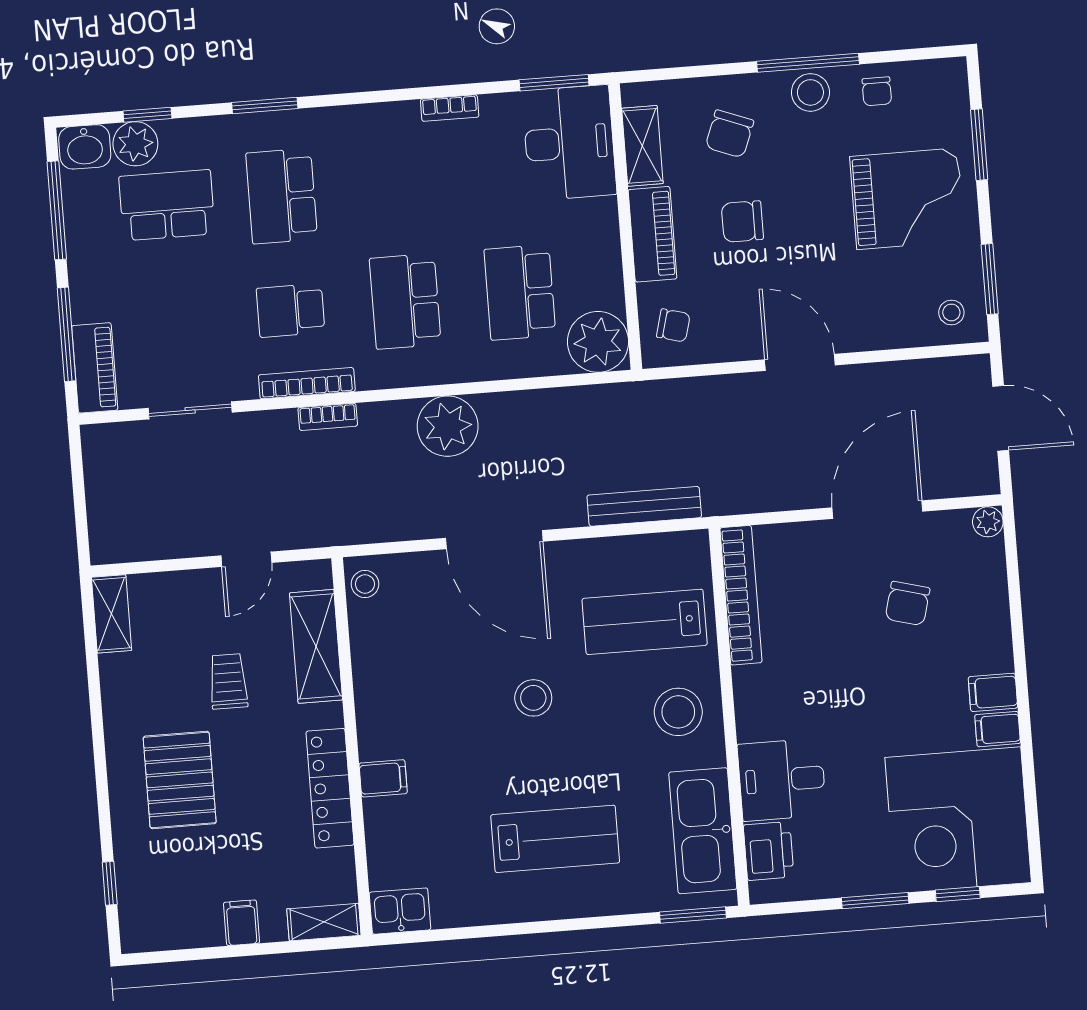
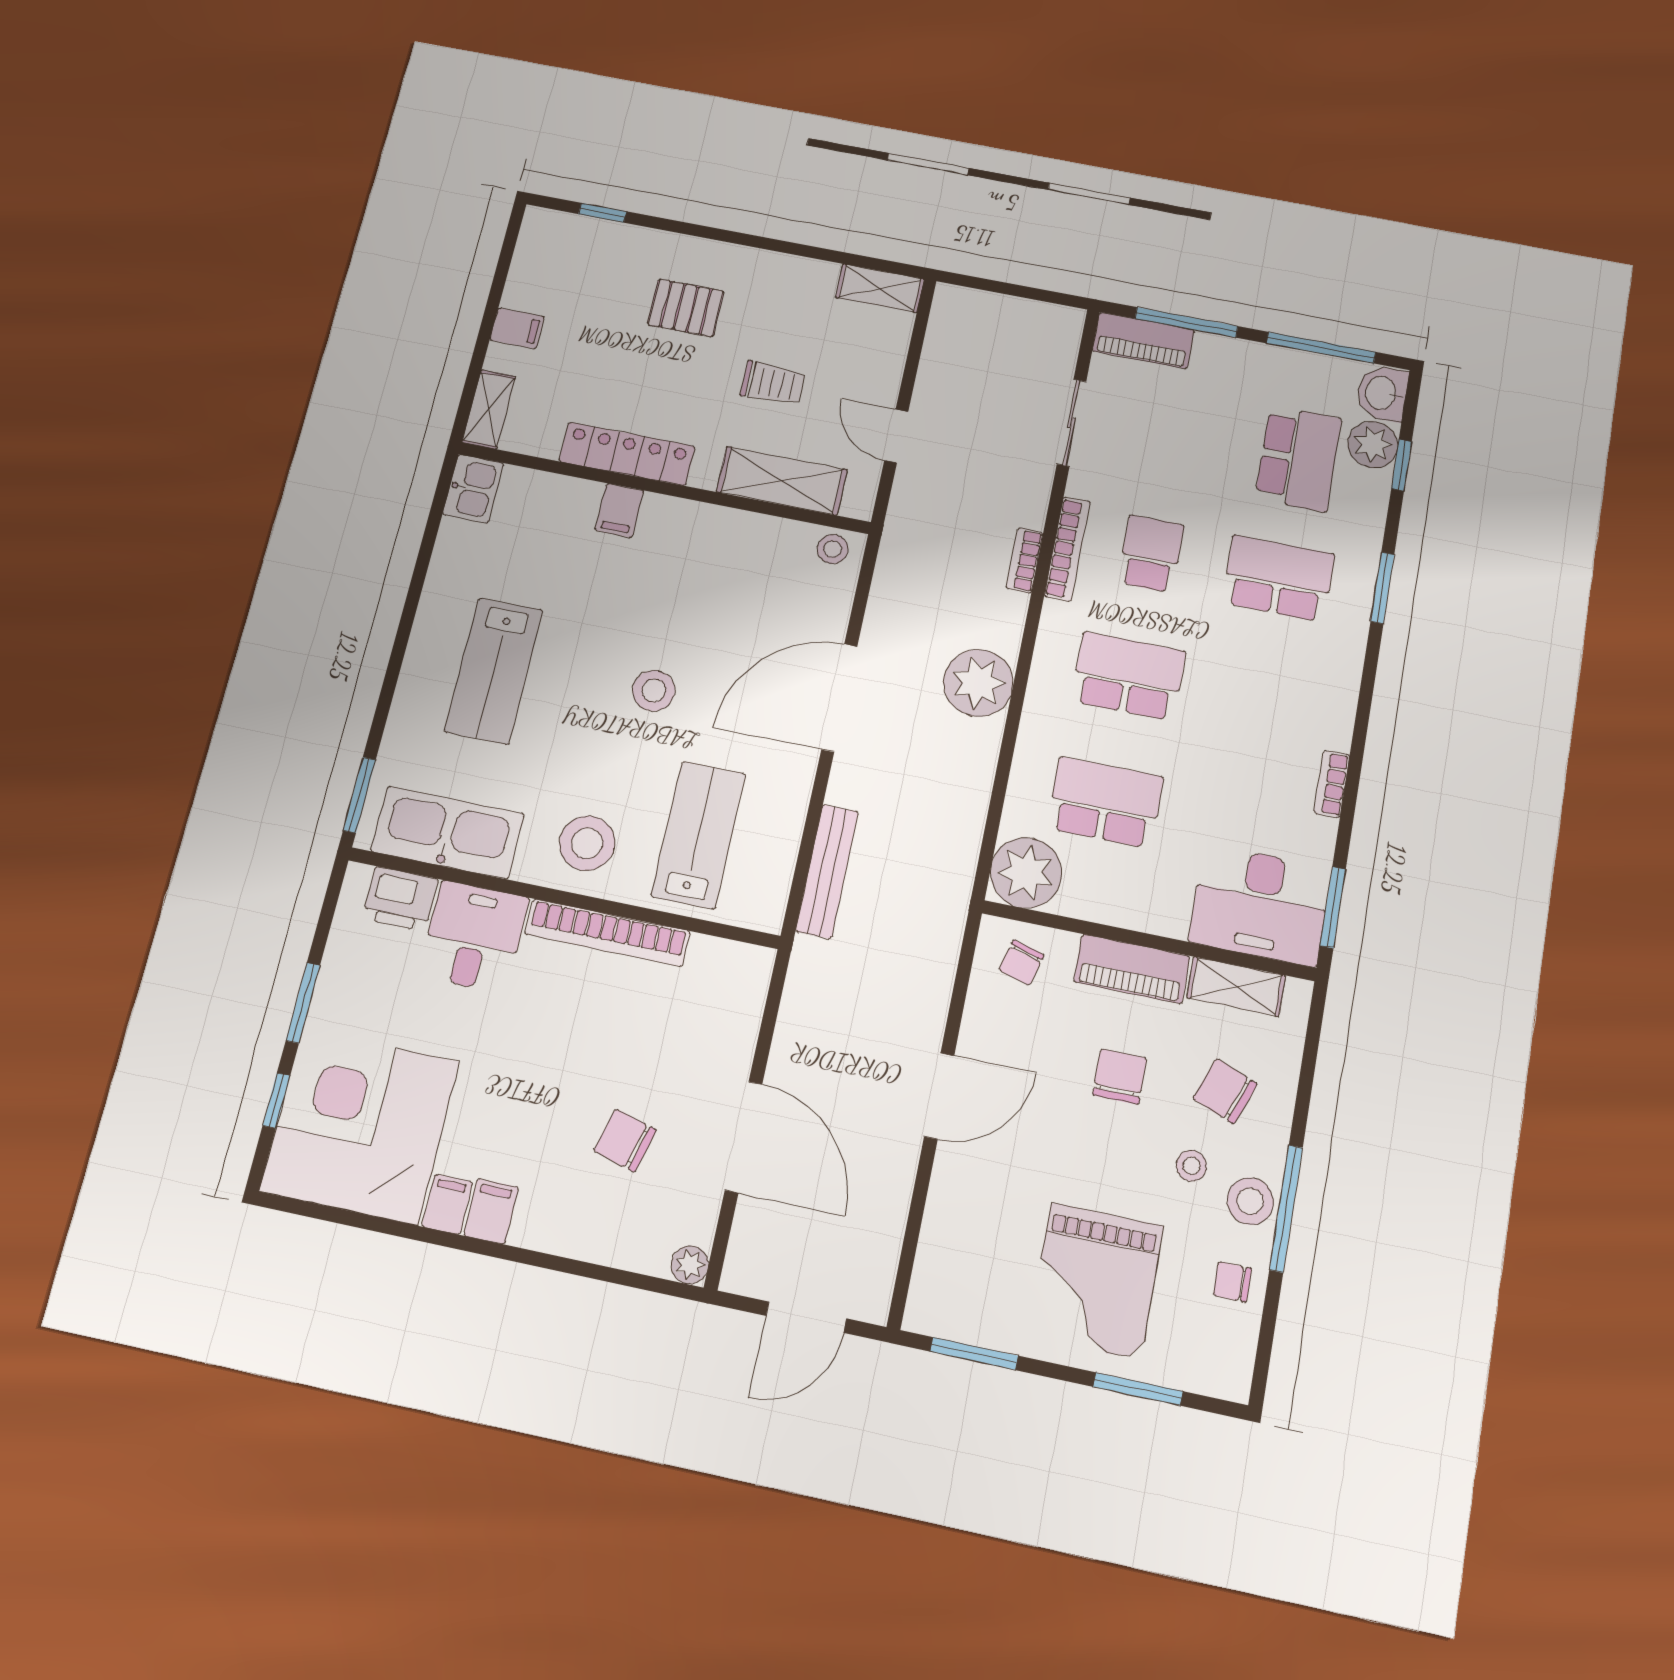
stool: (951, 312) -> (1192, 1166), moved
bookcase: (741, 595) -> (607, 933), moved
pallet: (180, 780) -> (686, 308), width x0.67, depth x0.71

